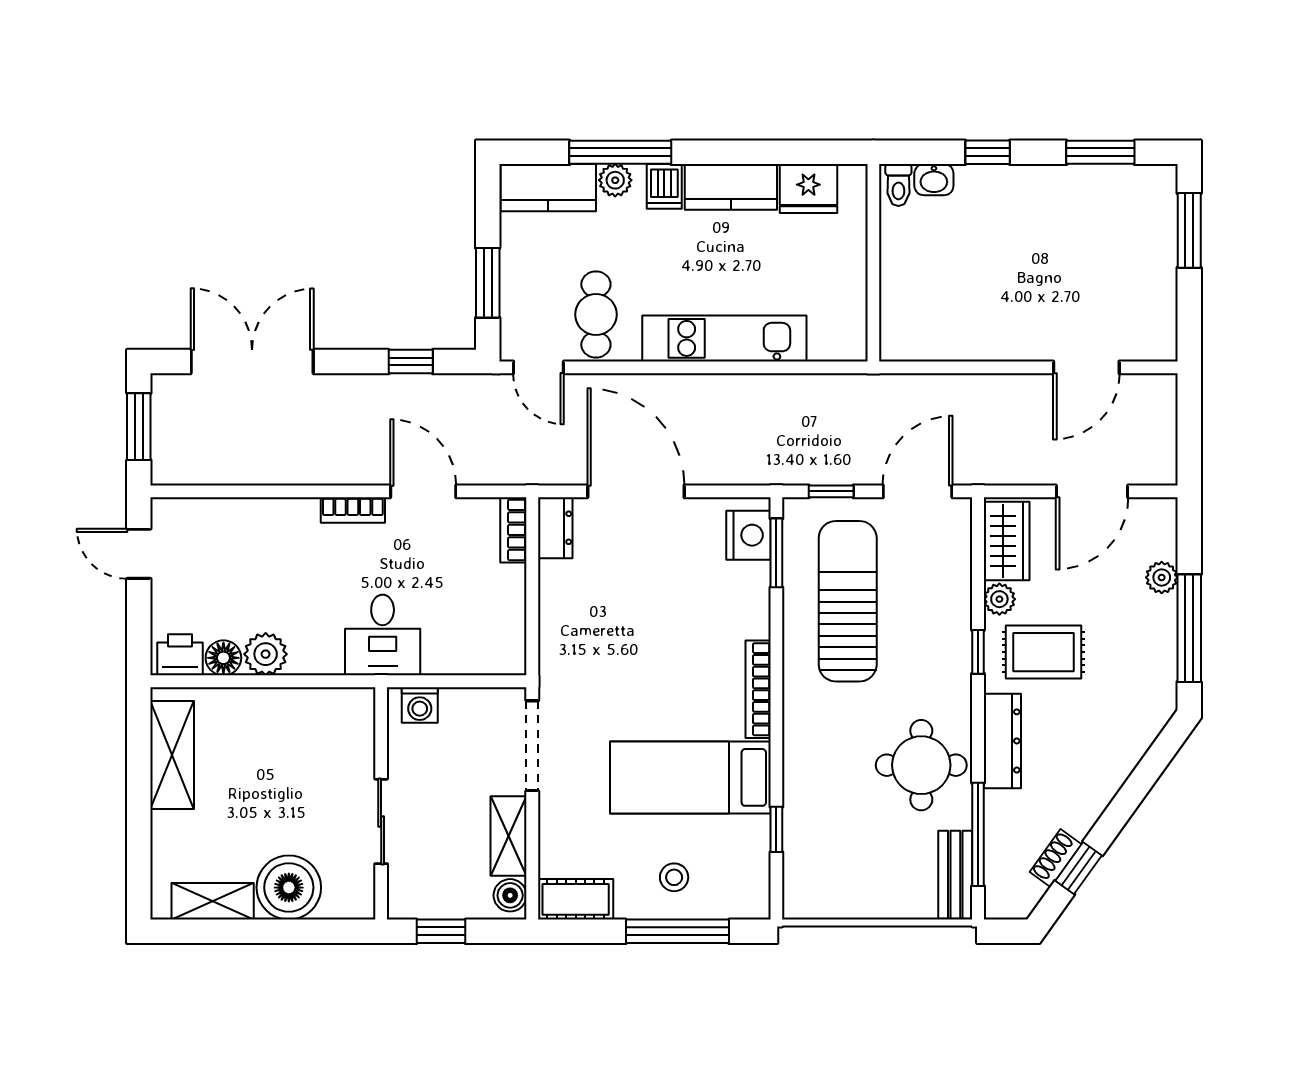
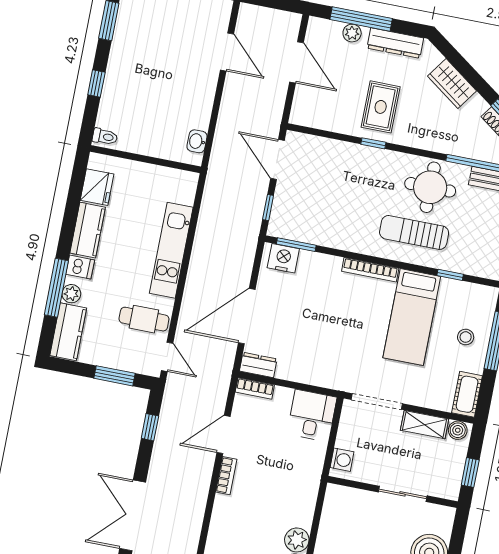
washbasin: (934, 180) -> (197, 141), moved, turned 180
door: (538, 367) -> (167, 357), hinge flipped
wardrobe: (1007, 541) -> (452, 84), moved, turned -144
plant: (999, 599) -> (346, 126), removed
sun lounger: (848, 601) -> (414, 232), moved, width x0.73, depth x0.75
window: (1189, 628) -> (361, 19), moved
desk: (383, 635) -> (312, 416), moved, turned -90
dresser: (1002, 741) -> (395, 43), moved, turned 180

